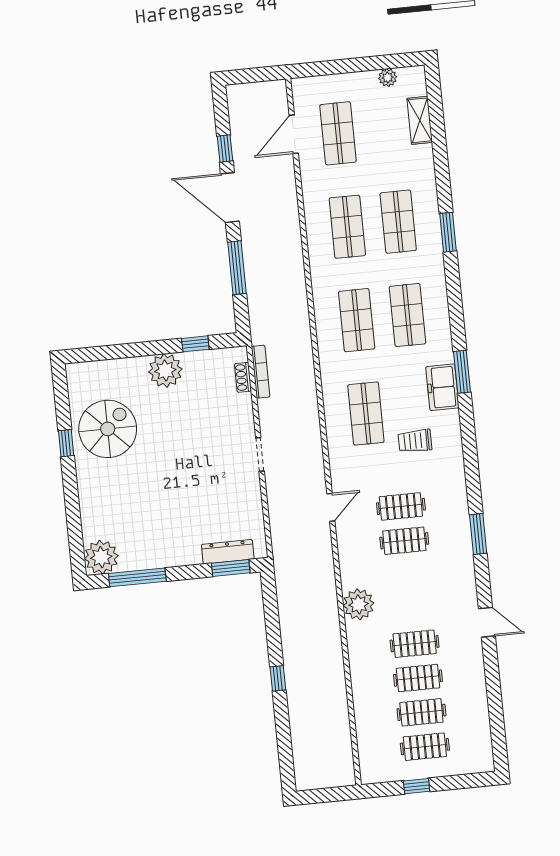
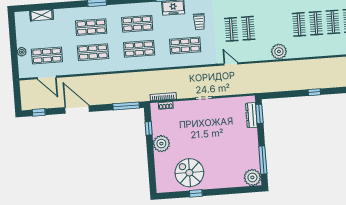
plant: (388, 78) -> (22, 52), moved
window: (225, 149) -> (39, 112), moved
door: (230, 198) -> (77, 110), swing flipped
window: (237, 268) -> (126, 106), moved

